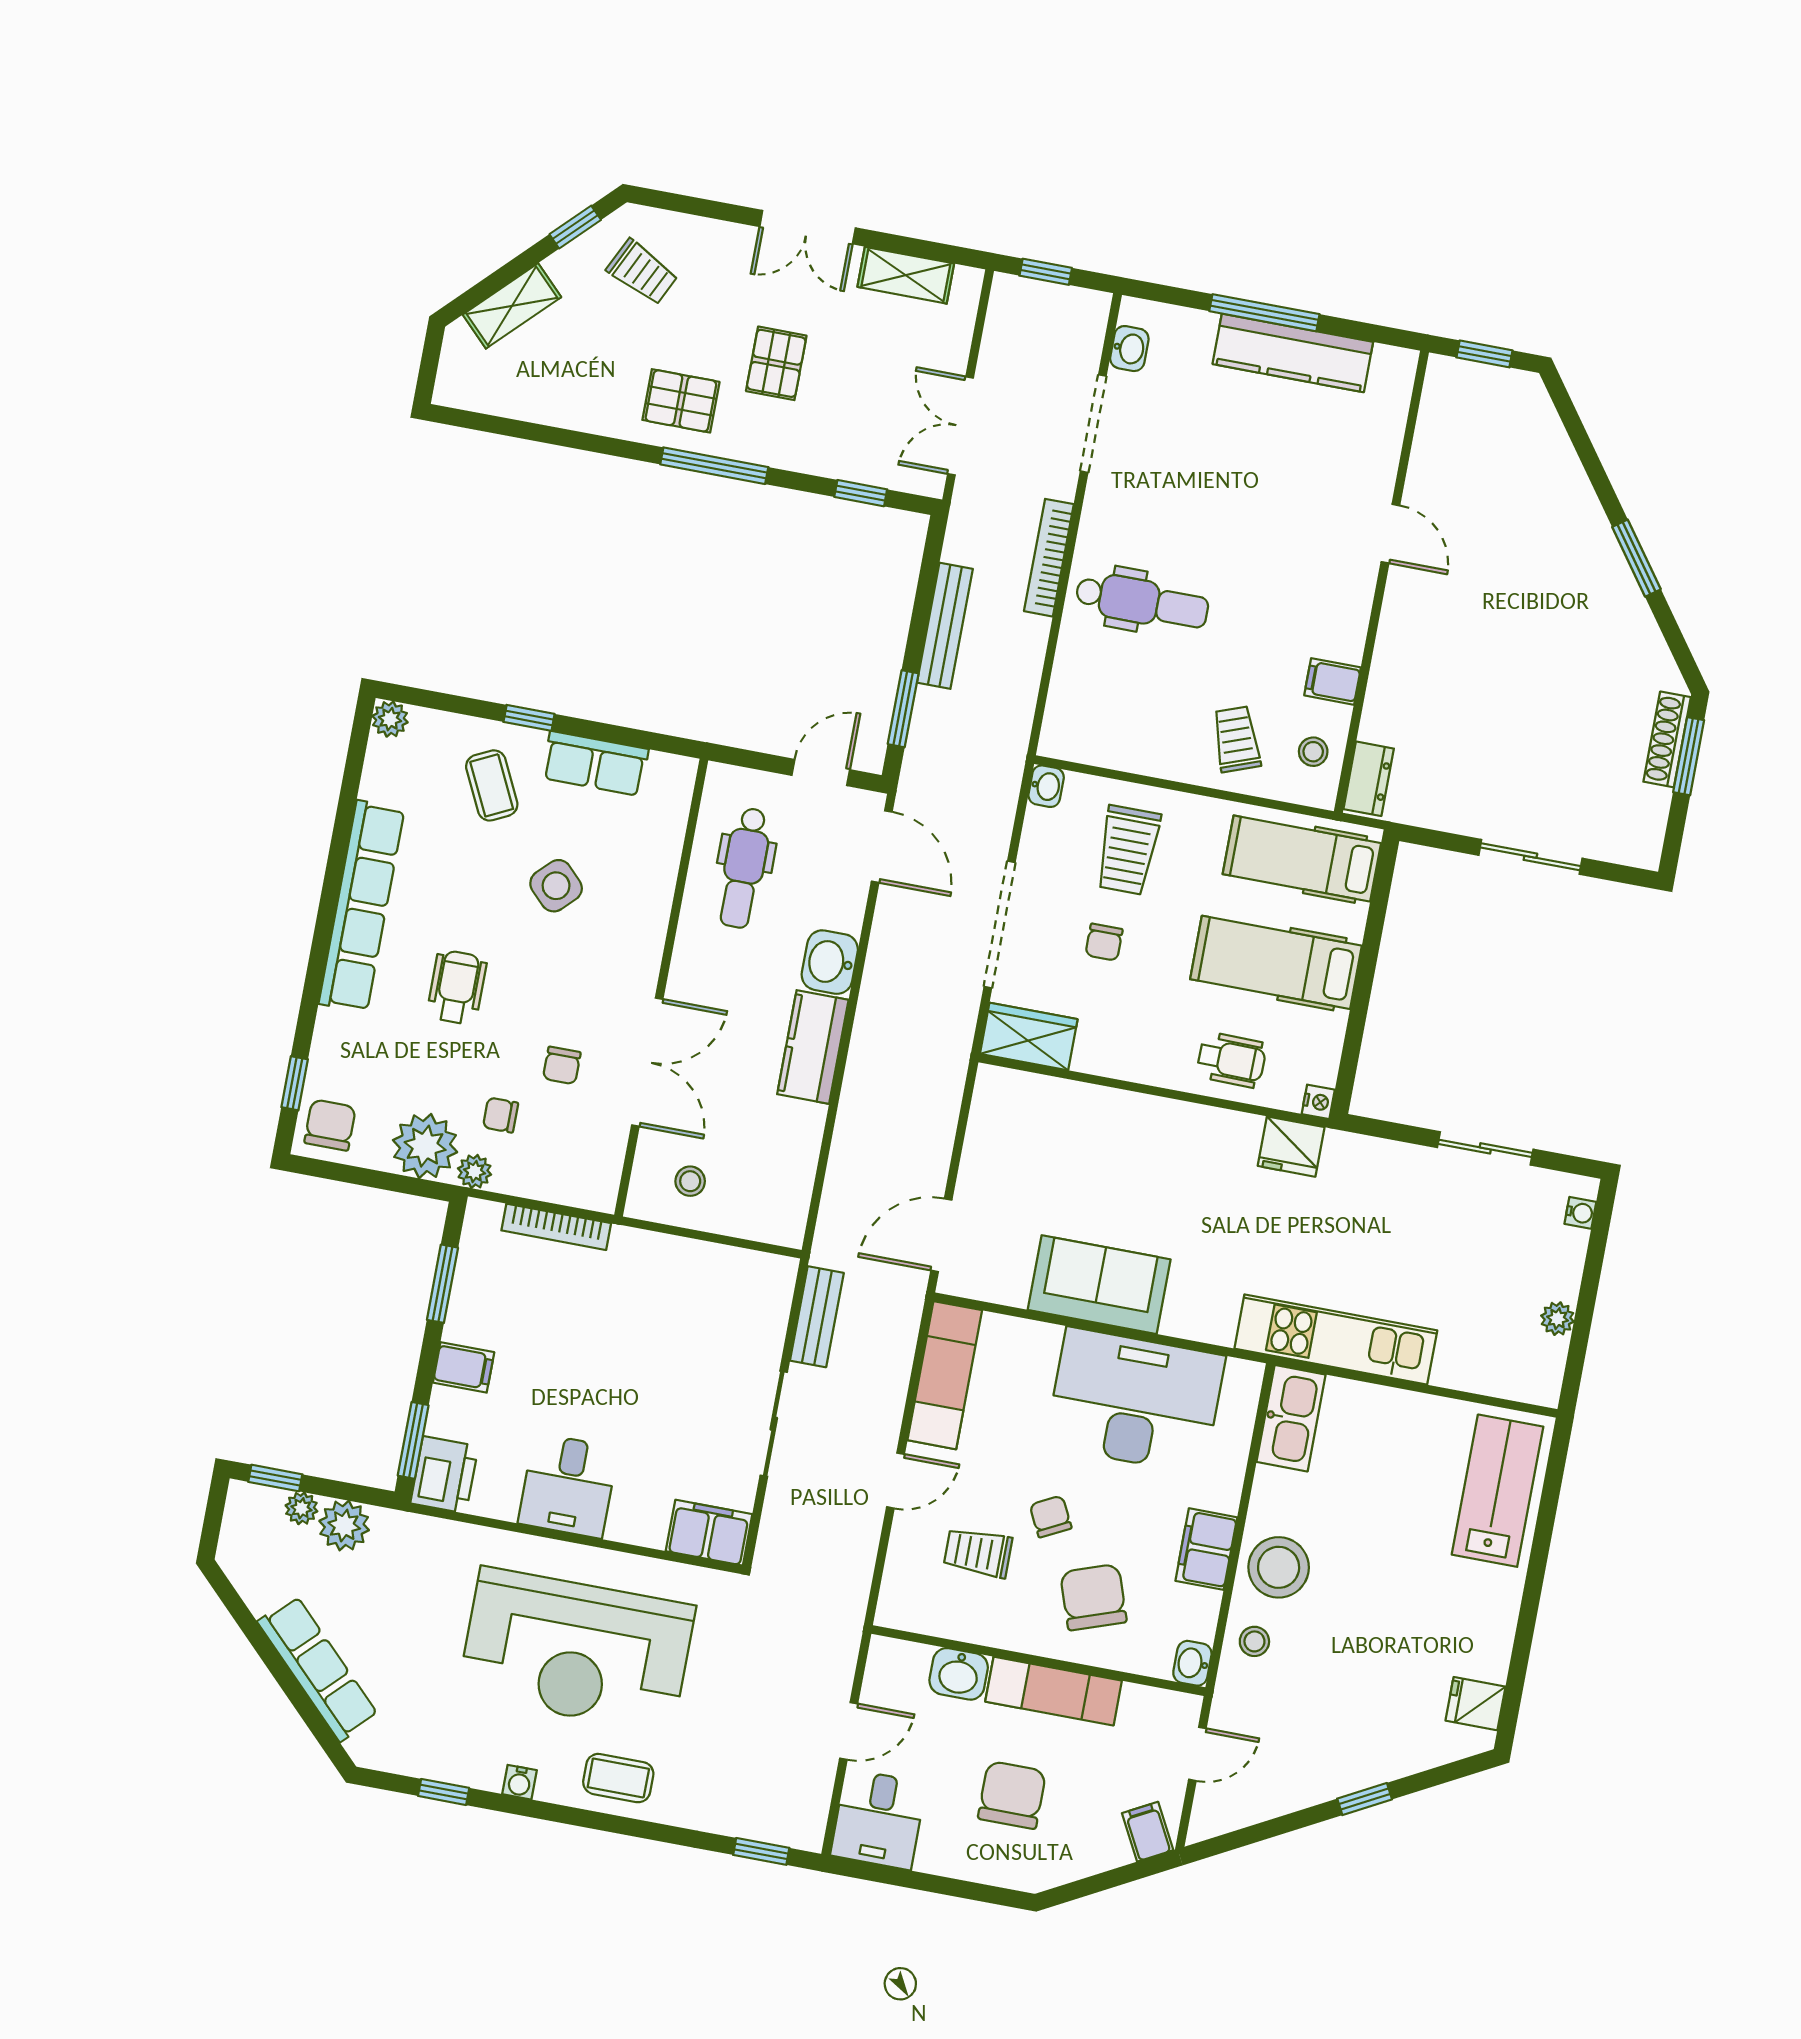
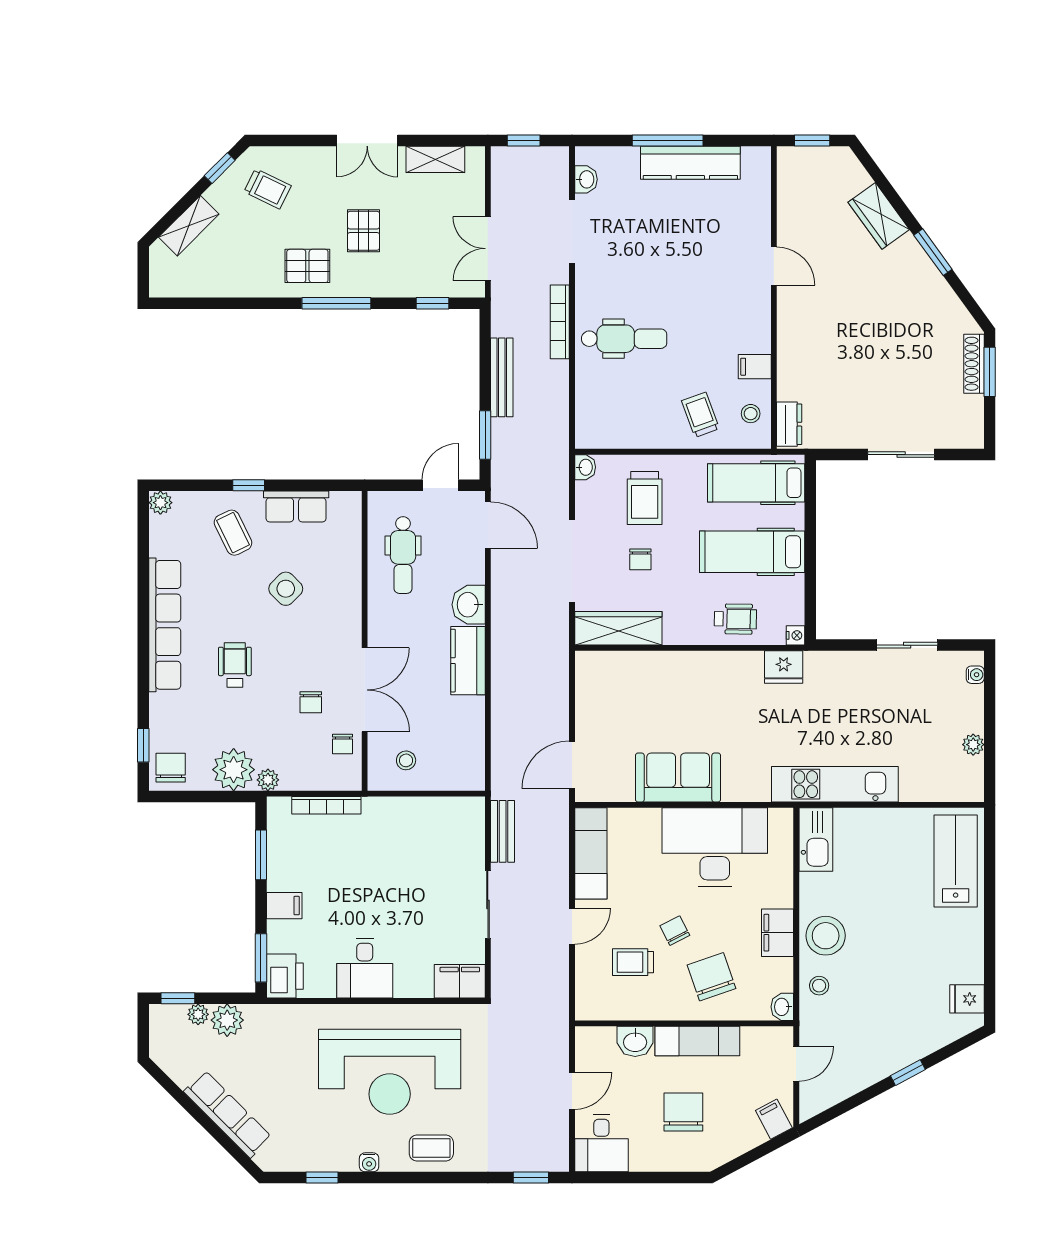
wardrobe: (1564, 487) -> (879, 216), added
wardrobe: (1029, 1036) -> (618, 628), width x1.50
chair: (501, 1115) -> (342, 744), moved, turned -90

